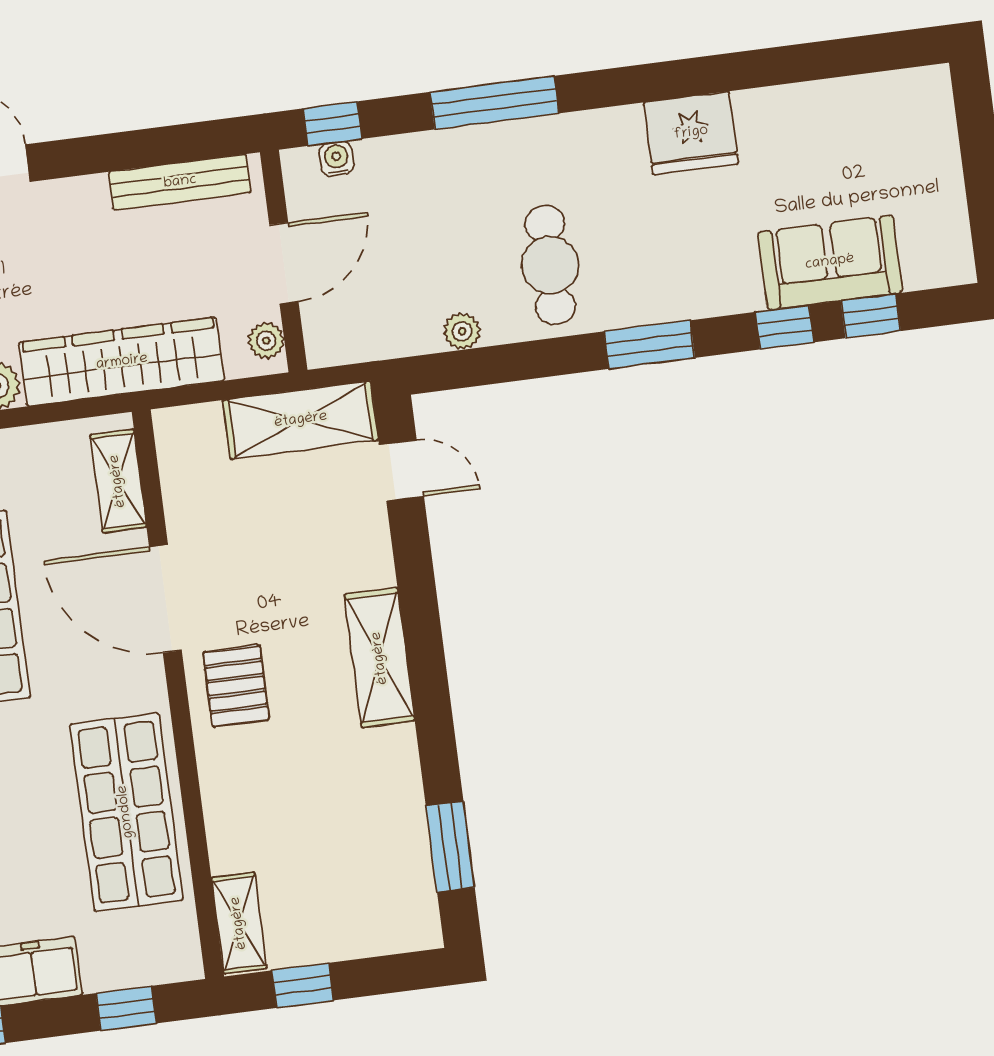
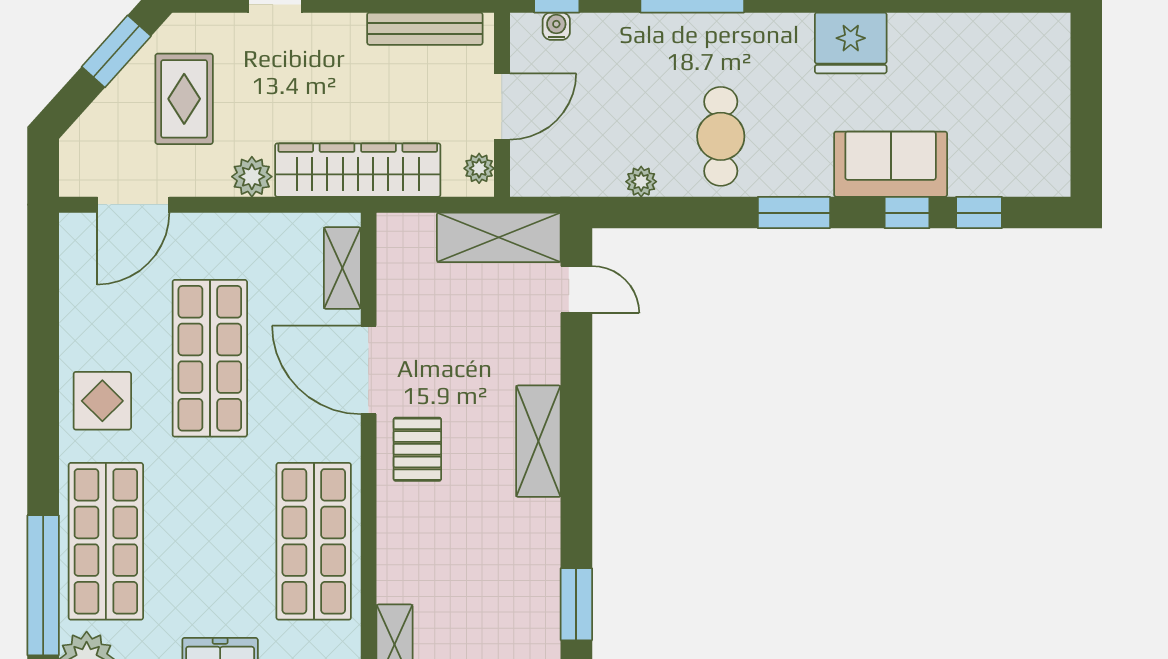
sofa: (830, 262) -> (891, 164), moved

